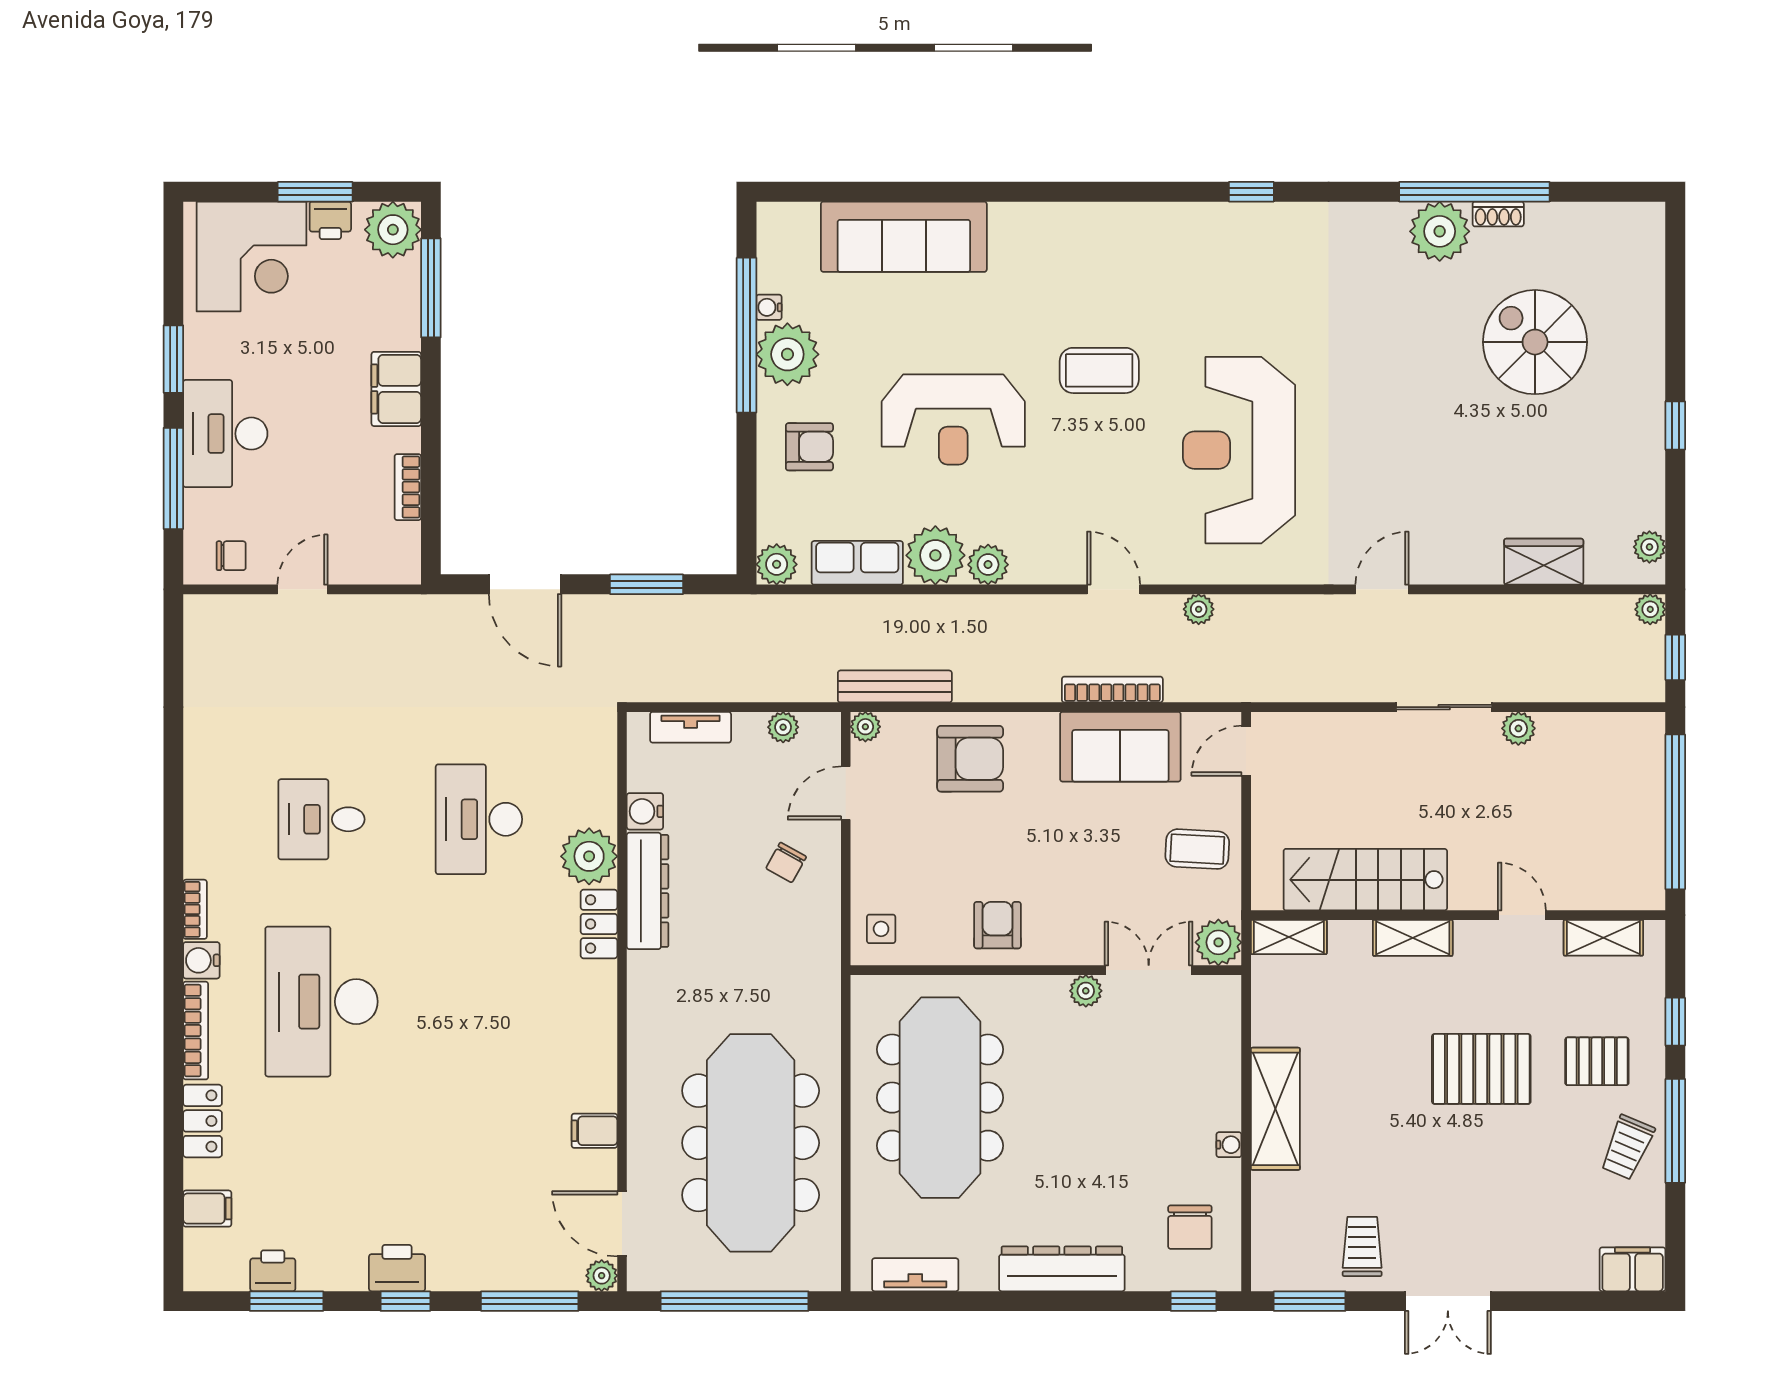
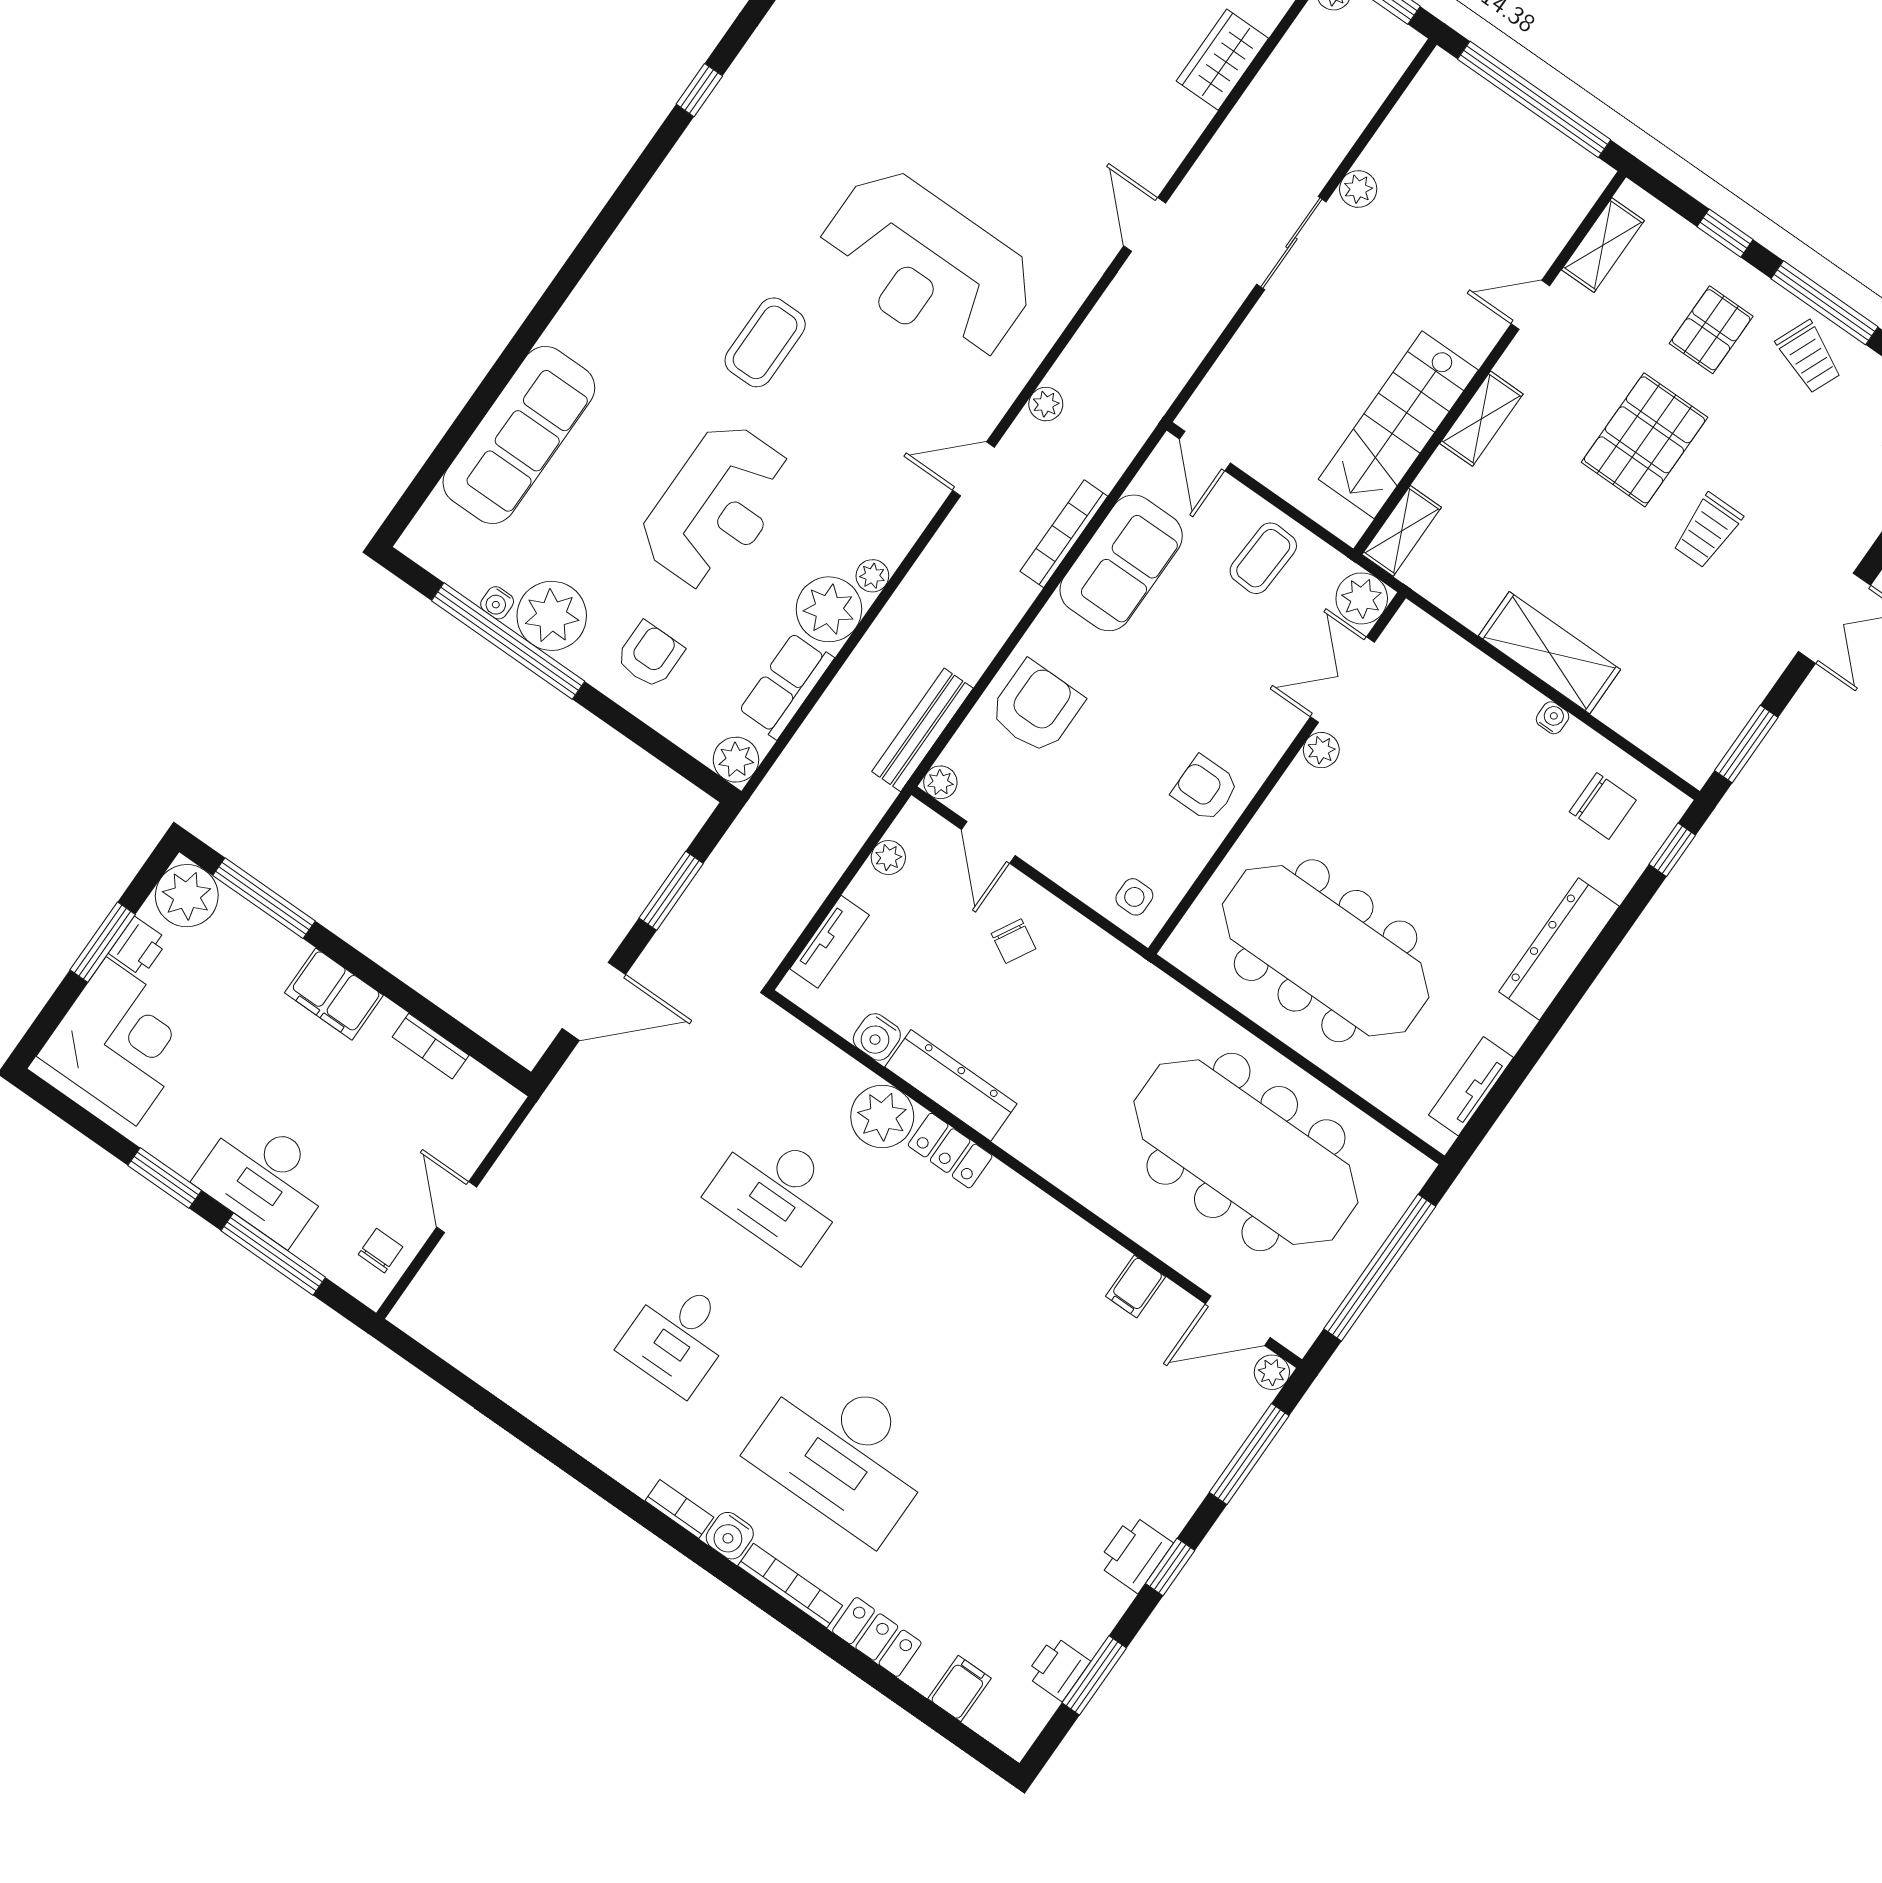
plant: (988, 565) -> (872, 576), width x0.73, depth x0.73
trolley: (1362, 1246) -> (1707, 531), moved, turned -90

